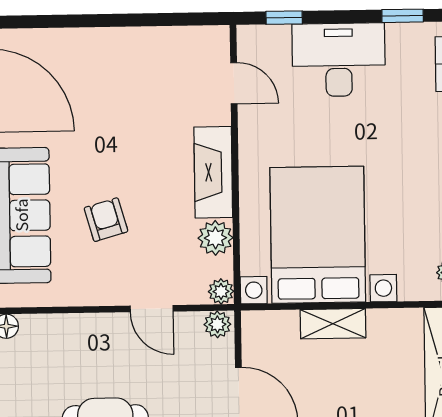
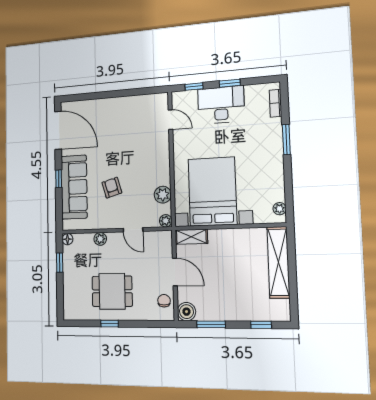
window: (403, 16) -> (230, 83), moved
fireplace: (213, 172) -> (161, 163), removed
plant: (217, 324) -> (100, 239), moved
shelving: (333, 324) -> (191, 237), moved

